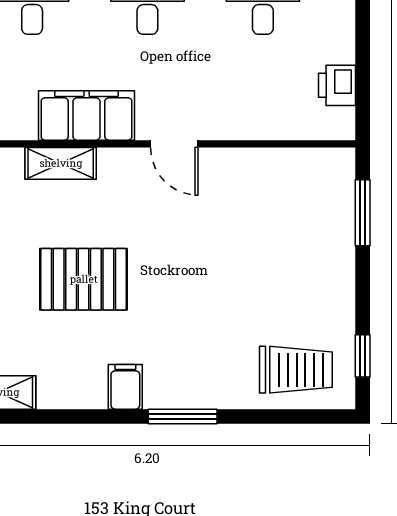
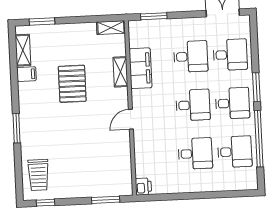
printer: (337, 85) -> (143, 187), moved, turned 90
filing cabinet: (87, 116) -> (140, 68), moved
filing cabinet: (125, 387) -> (26, 74), moved

